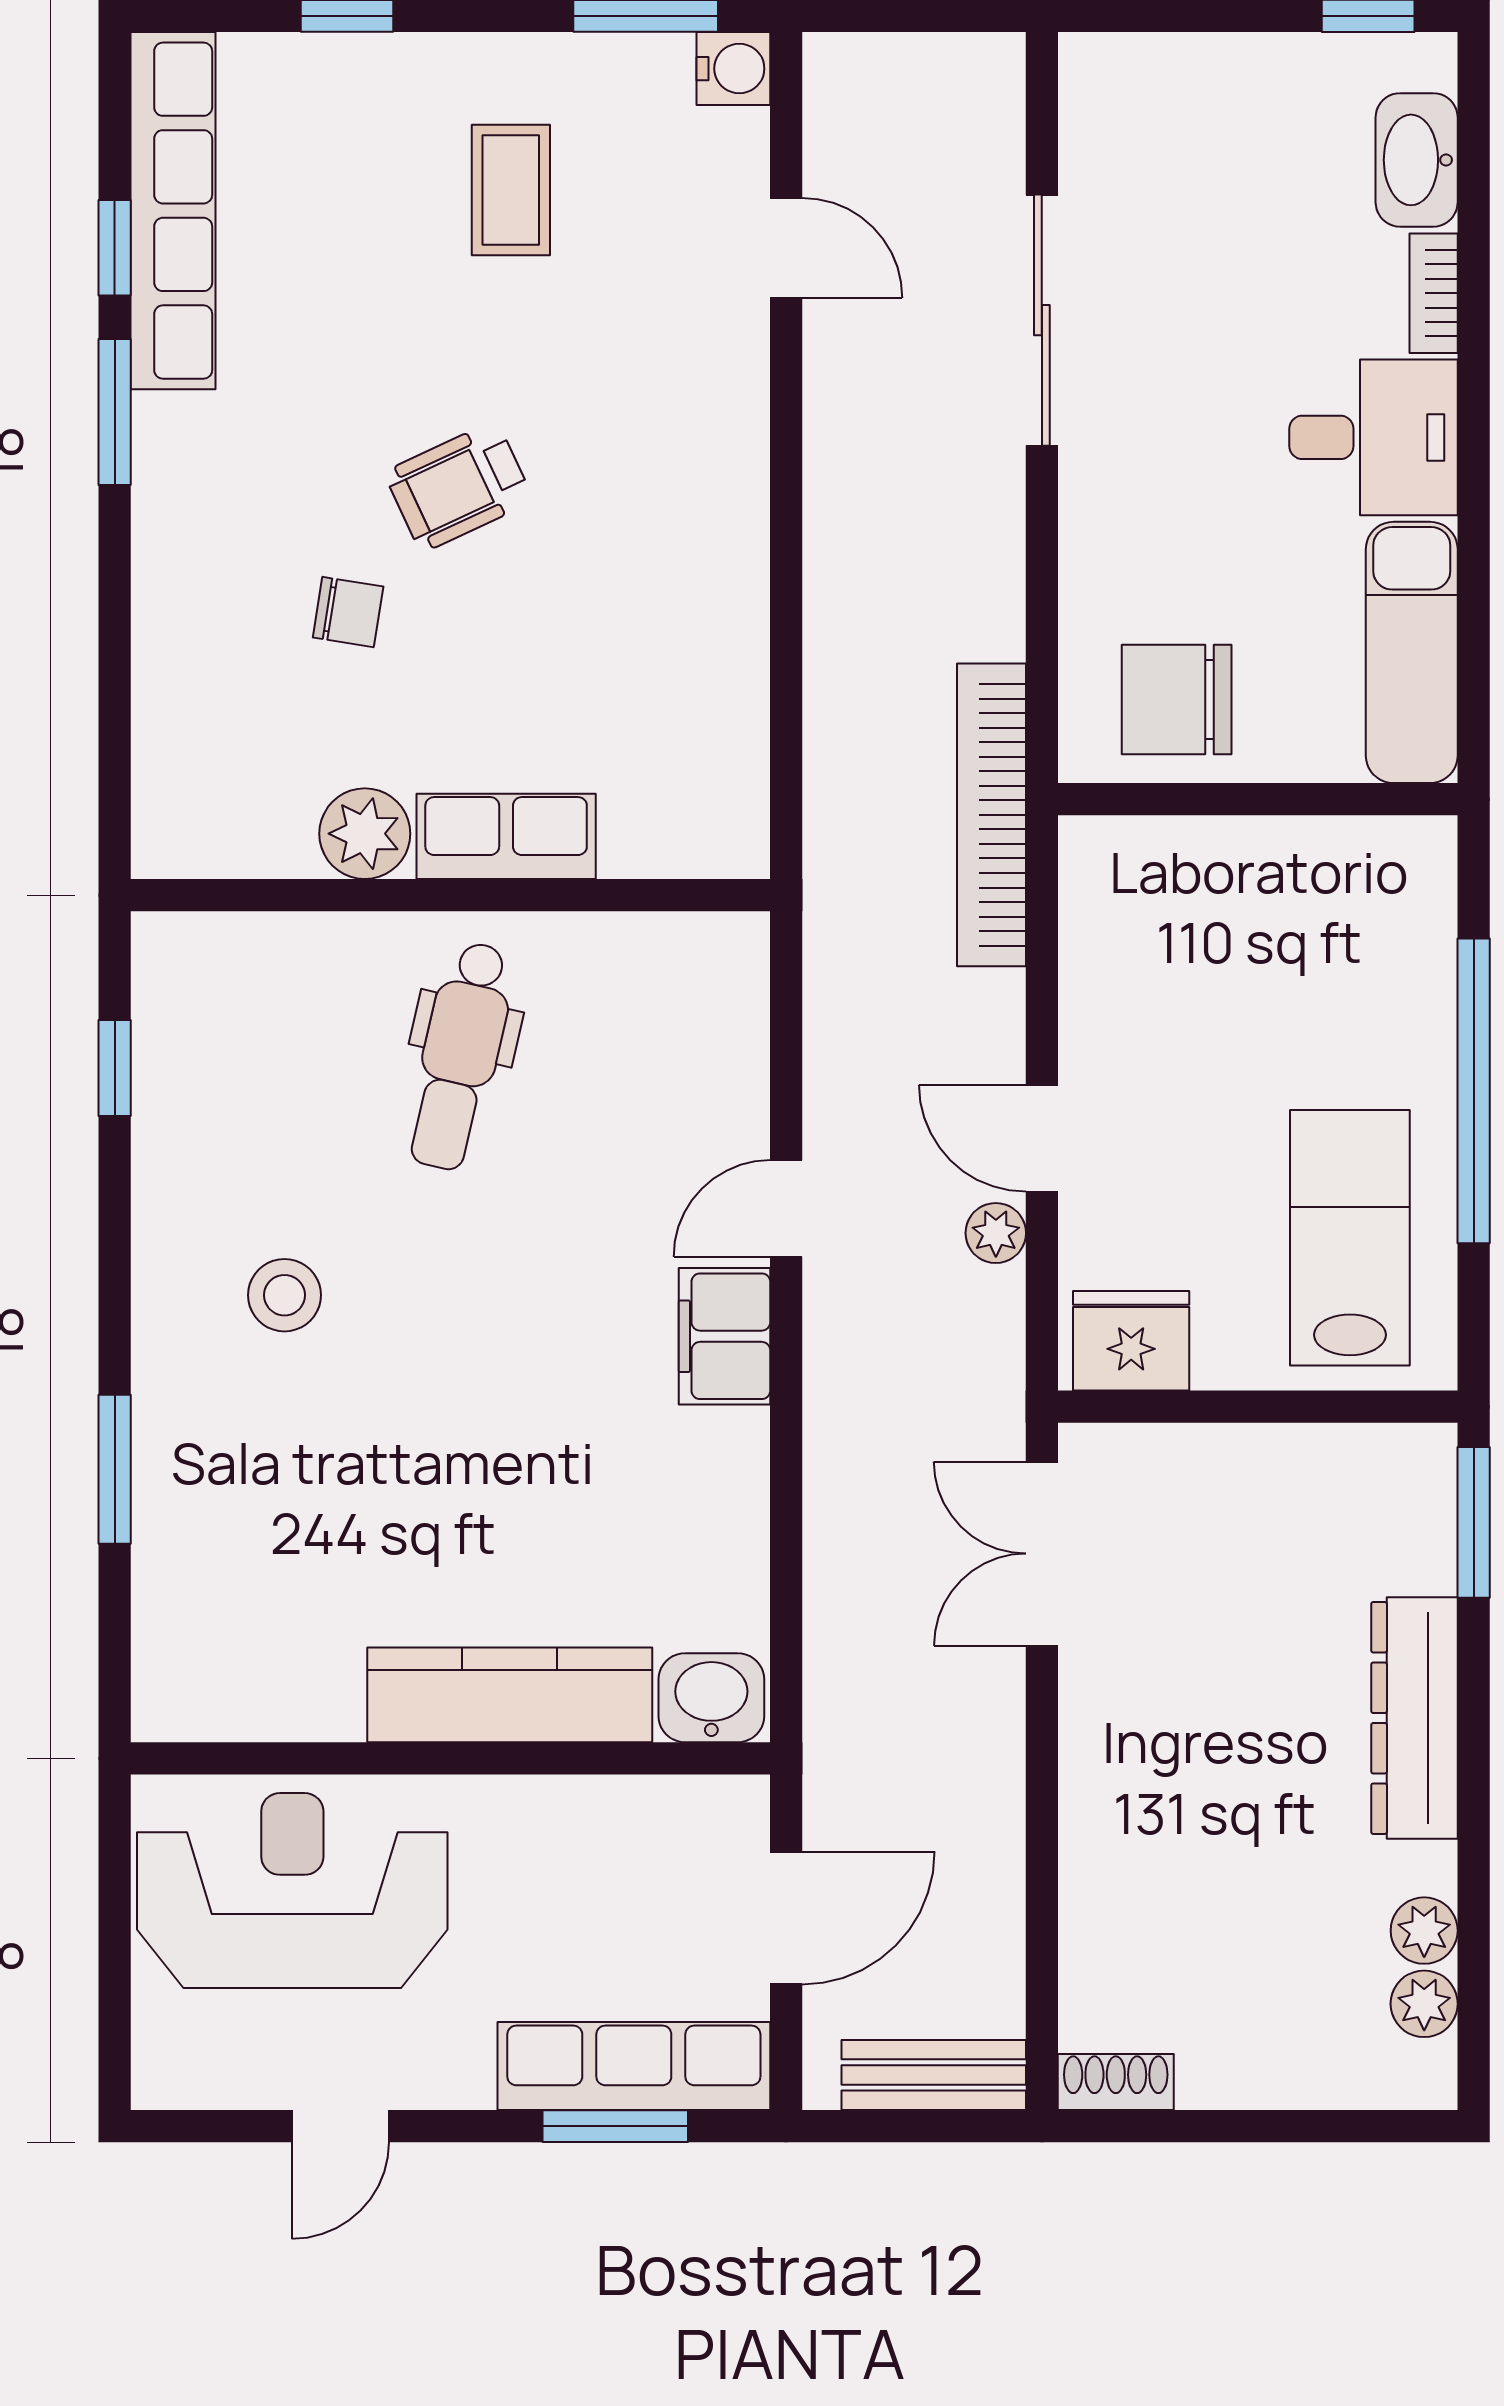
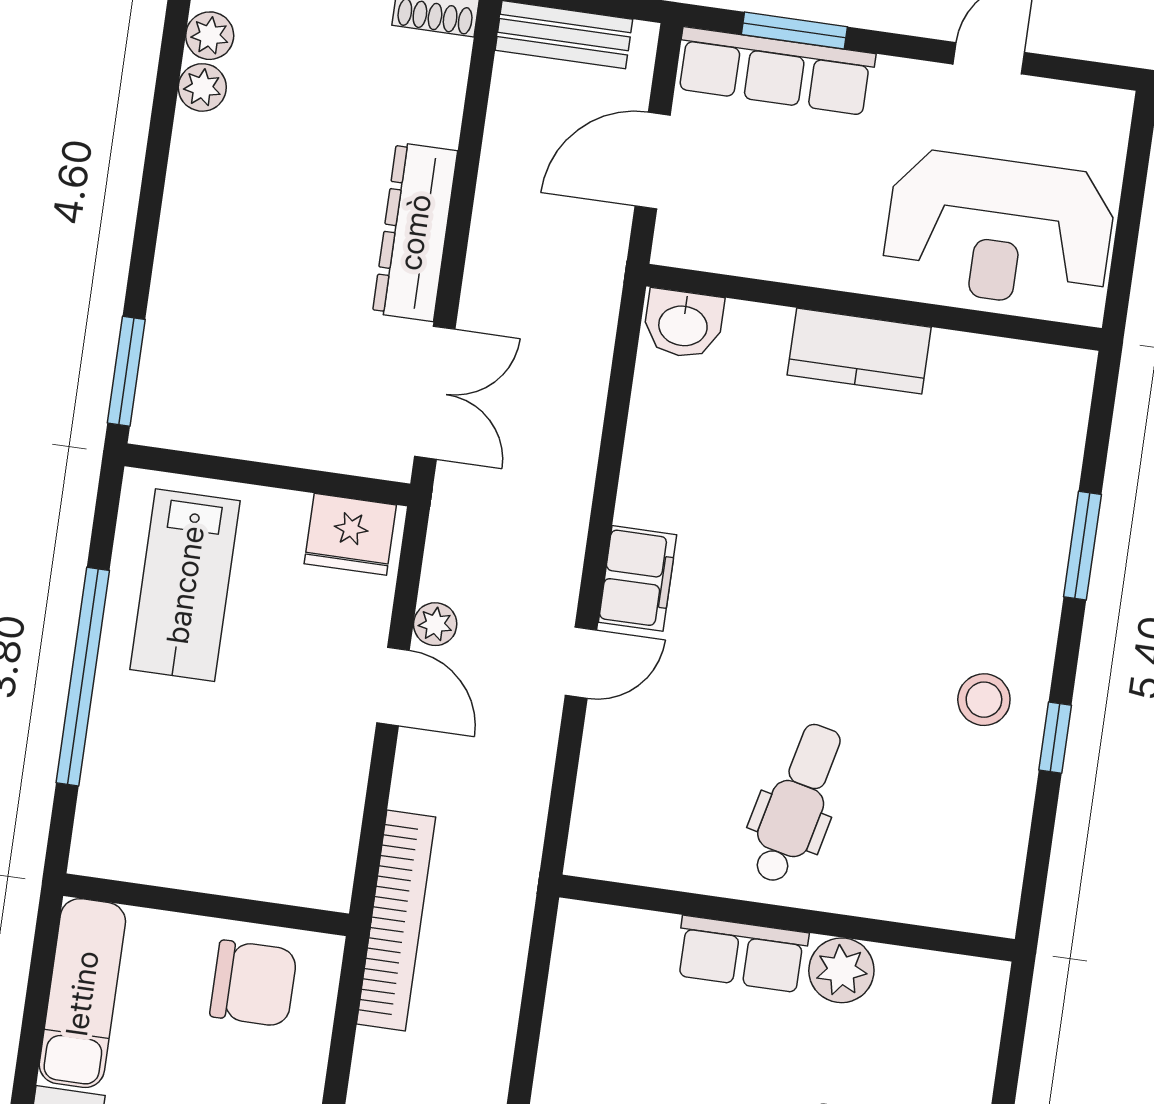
window: (115, 1068) -> (1055, 738), moved
stool: (284, 1295) -> (984, 700), moved
kitchen counter: (510, 1695) -> (859, 351), width x0.67
dresser: (1414, 1718) -> (415, 232), moved, turned 180

